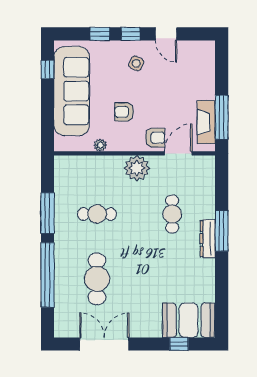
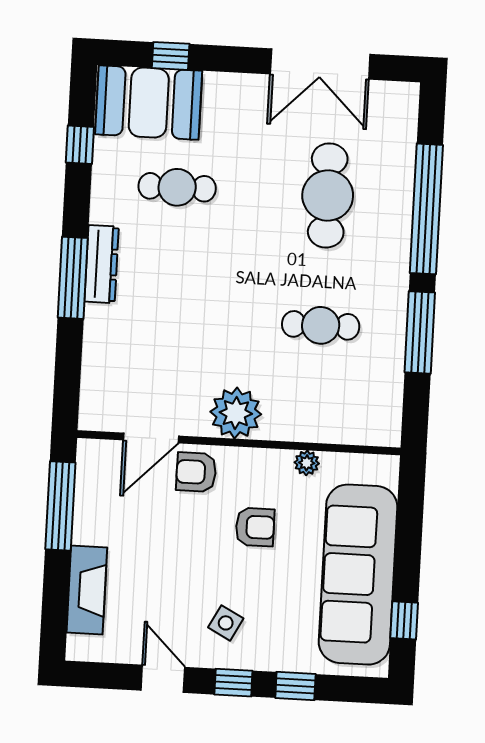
fireplace: (206, 122) -> (87, 590), moved
cafe table: (172, 214) -> (177, 187), moved, turned 90
window: (222, 297) -> (80, 145), added

